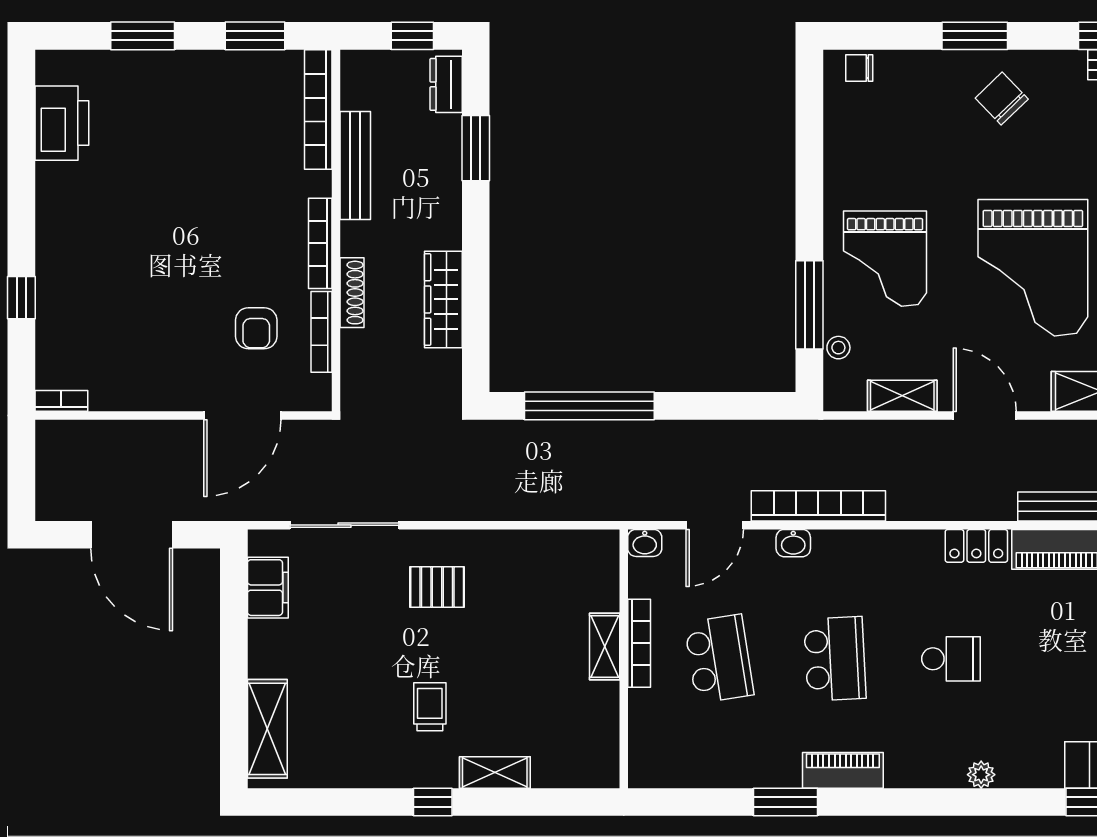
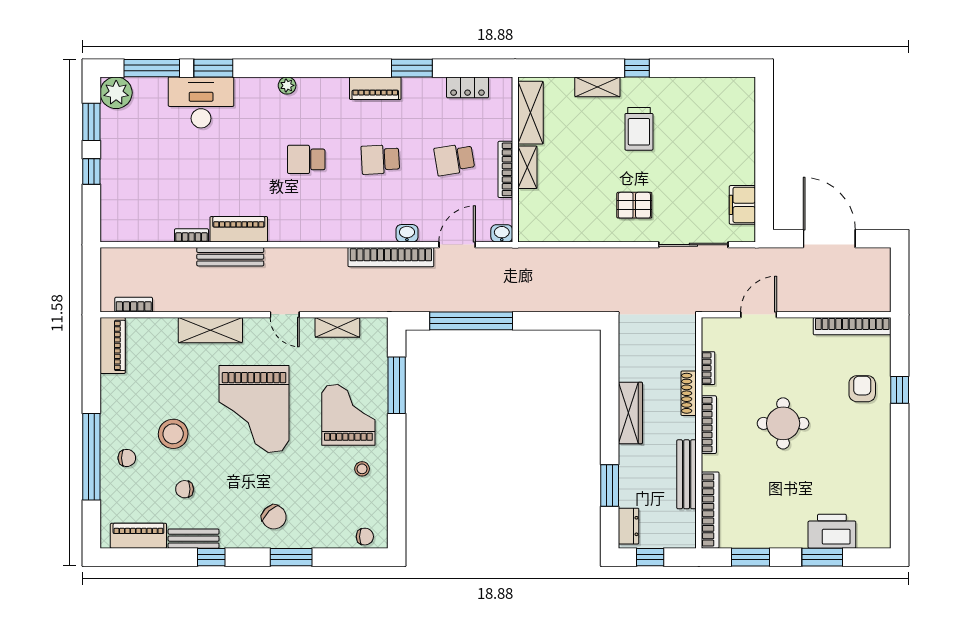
printer: (62, 123) -> (832, 531), moved, turned 90
round table: (204, 245) -> (783, 423), added
grand piano: (1033, 268) -> (254, 409), turned 180
wardrobe: (443, 299) -> (630, 413), moved
armchair: (256, 328) -> (862, 389), moved
bookcase: (321, 332) -> (708, 368), width x0.64
stool: (838, 348) -> (362, 469), moved
bookcase: (61, 401) -> (852, 326), width x2.31, depth x1.31
window: (589, 406) -> (471, 321), moved
door: (242, 416) -> (759, 315), width x0.73
door: (985, 416) -> (285, 315), width x0.73
locker: (976, 546) -> (468, 87), moved, turned 180
school desk: (719, 659) -> (454, 159), width x0.54
school desk: (835, 659) -> (380, 159), width x0.54
trolley: (430, 707) -> (639, 129), width x1.36, depth x1.39
shelving: (267, 729) -> (530, 113), moved

